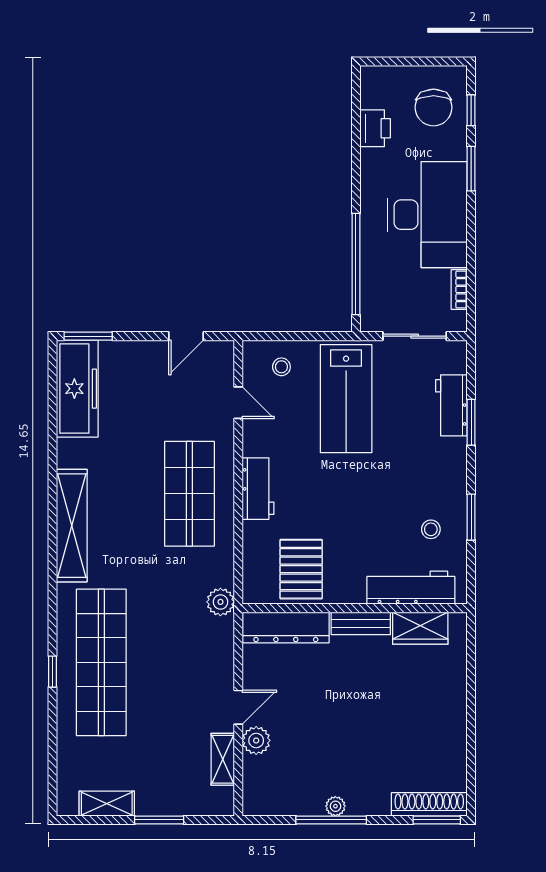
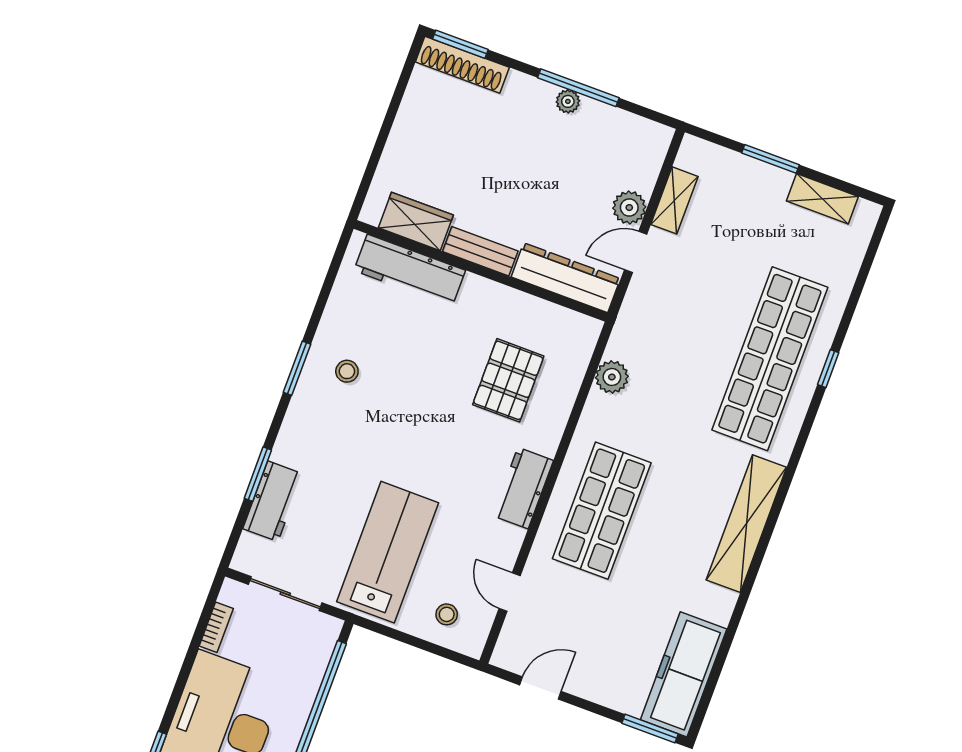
workbench: (411, 588) -> (410, 270), moved
wall: (355, 608) -> (481, 271), moved
bench: (361, 623) -> (480, 251), moved
dresser: (286, 627) -> (566, 278), moved
wardrobe: (420, 628) -> (416, 221), moved

